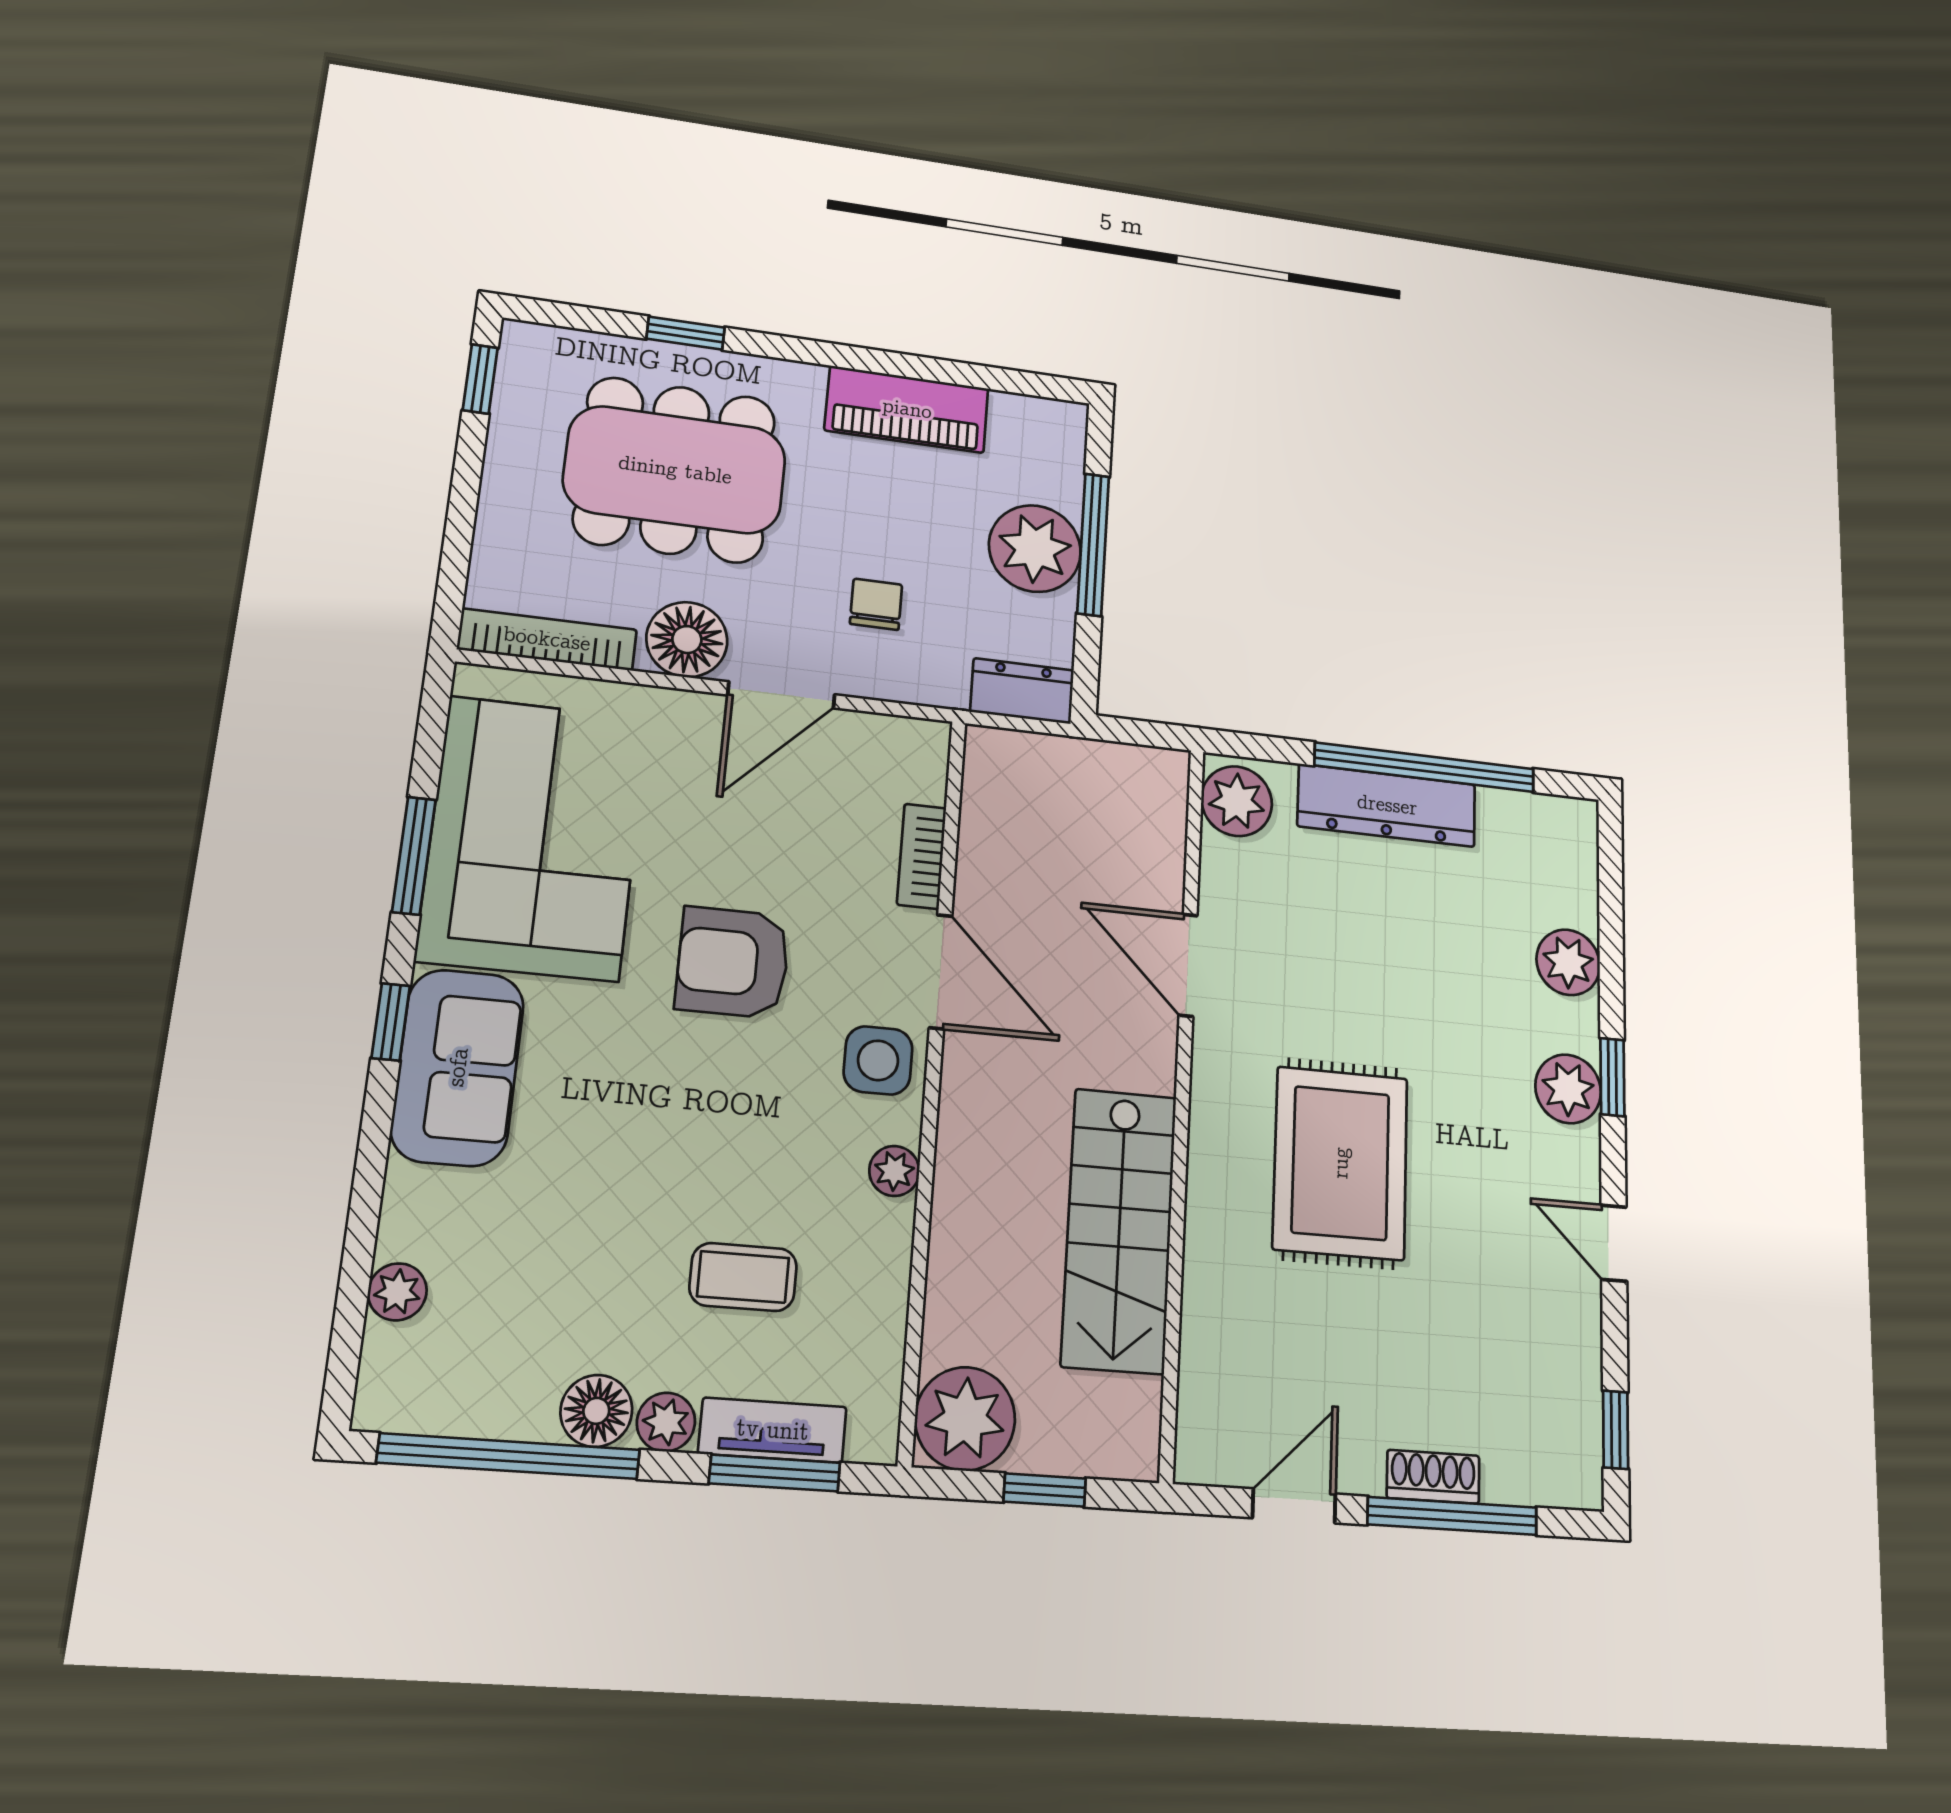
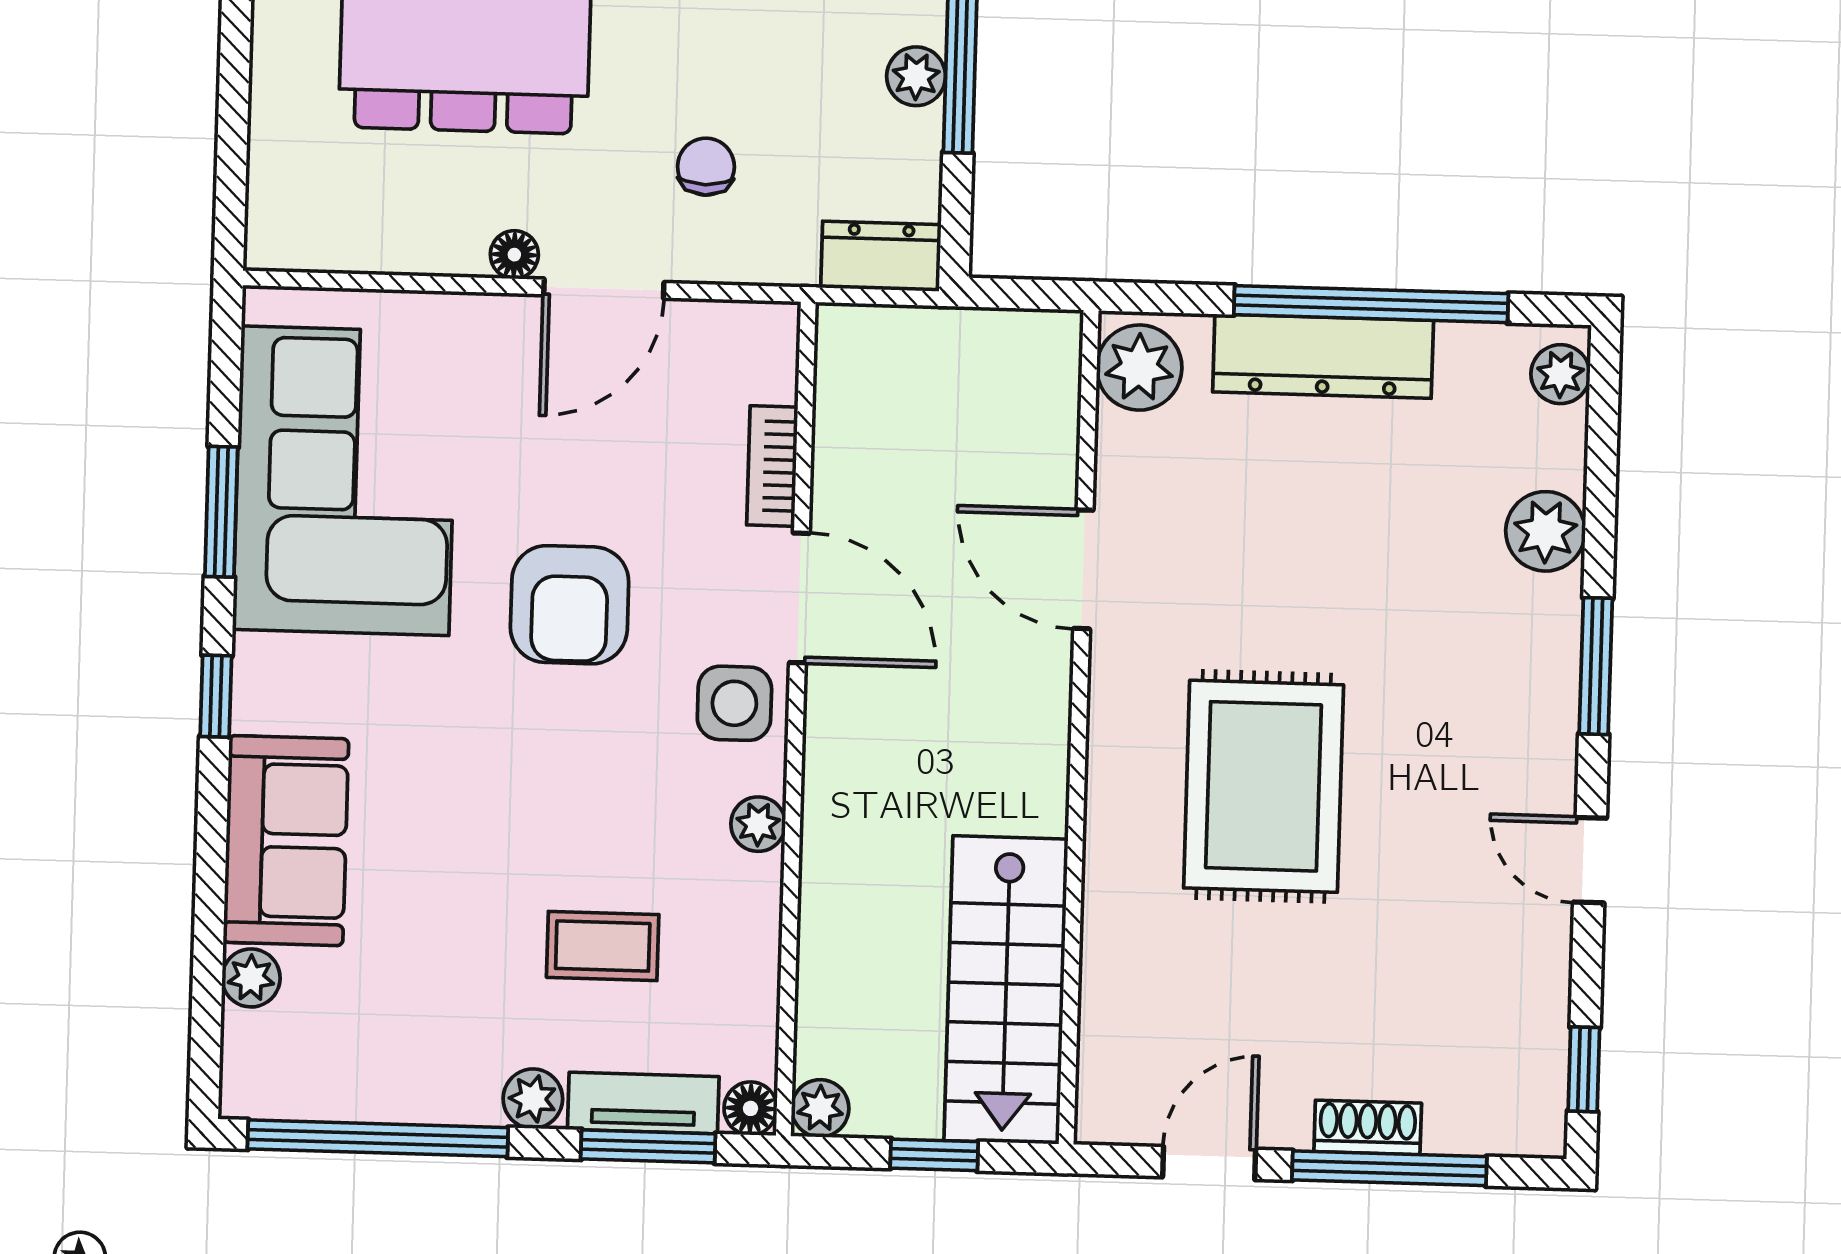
plant: (1035, 549) -> (916, 76), width x0.53, depth x0.53
bookcase: (547, 639) -> (340, 249), removed
floor lamp: (687, 640) -> (514, 255), width x0.53, depth x0.53
armchair: (733, 962) -> (570, 605), turned -90
sofa: (458, 1067) -> (286, 841), moved
window: (1612, 1077) -> (1596, 666), width x1.50
plant: (1568, 1089) -> (1560, 374), moved, width x0.73, depth x0.73
stairs: (1119, 1230) -> (1006, 990), moved
floor lamp: (596, 1411) -> (751, 1108), moved, width x0.73, depth x0.73
plant: (965, 1419) -> (820, 1108), width x0.53, depth x0.53

